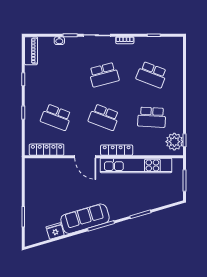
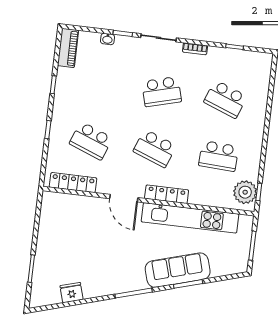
sofa: (85, 219) -> (178, 270), moved

